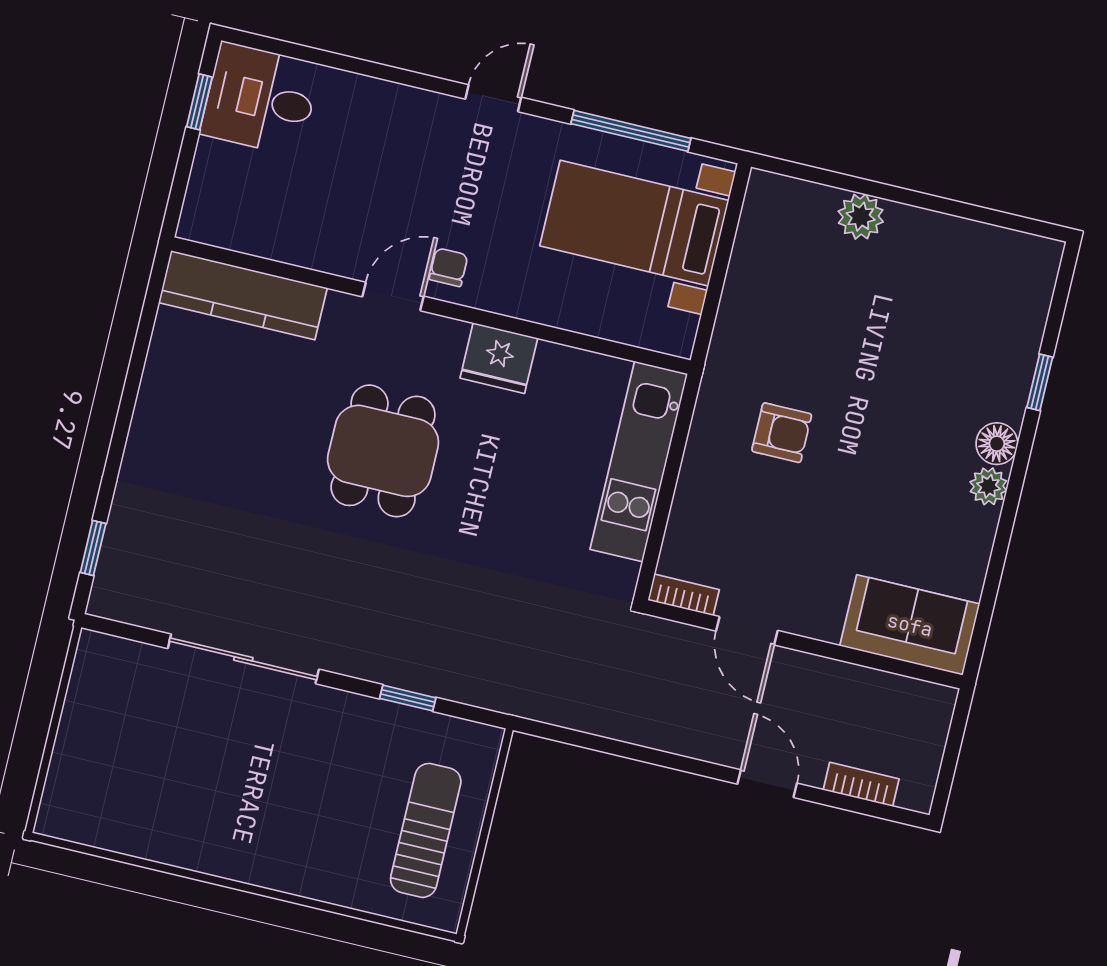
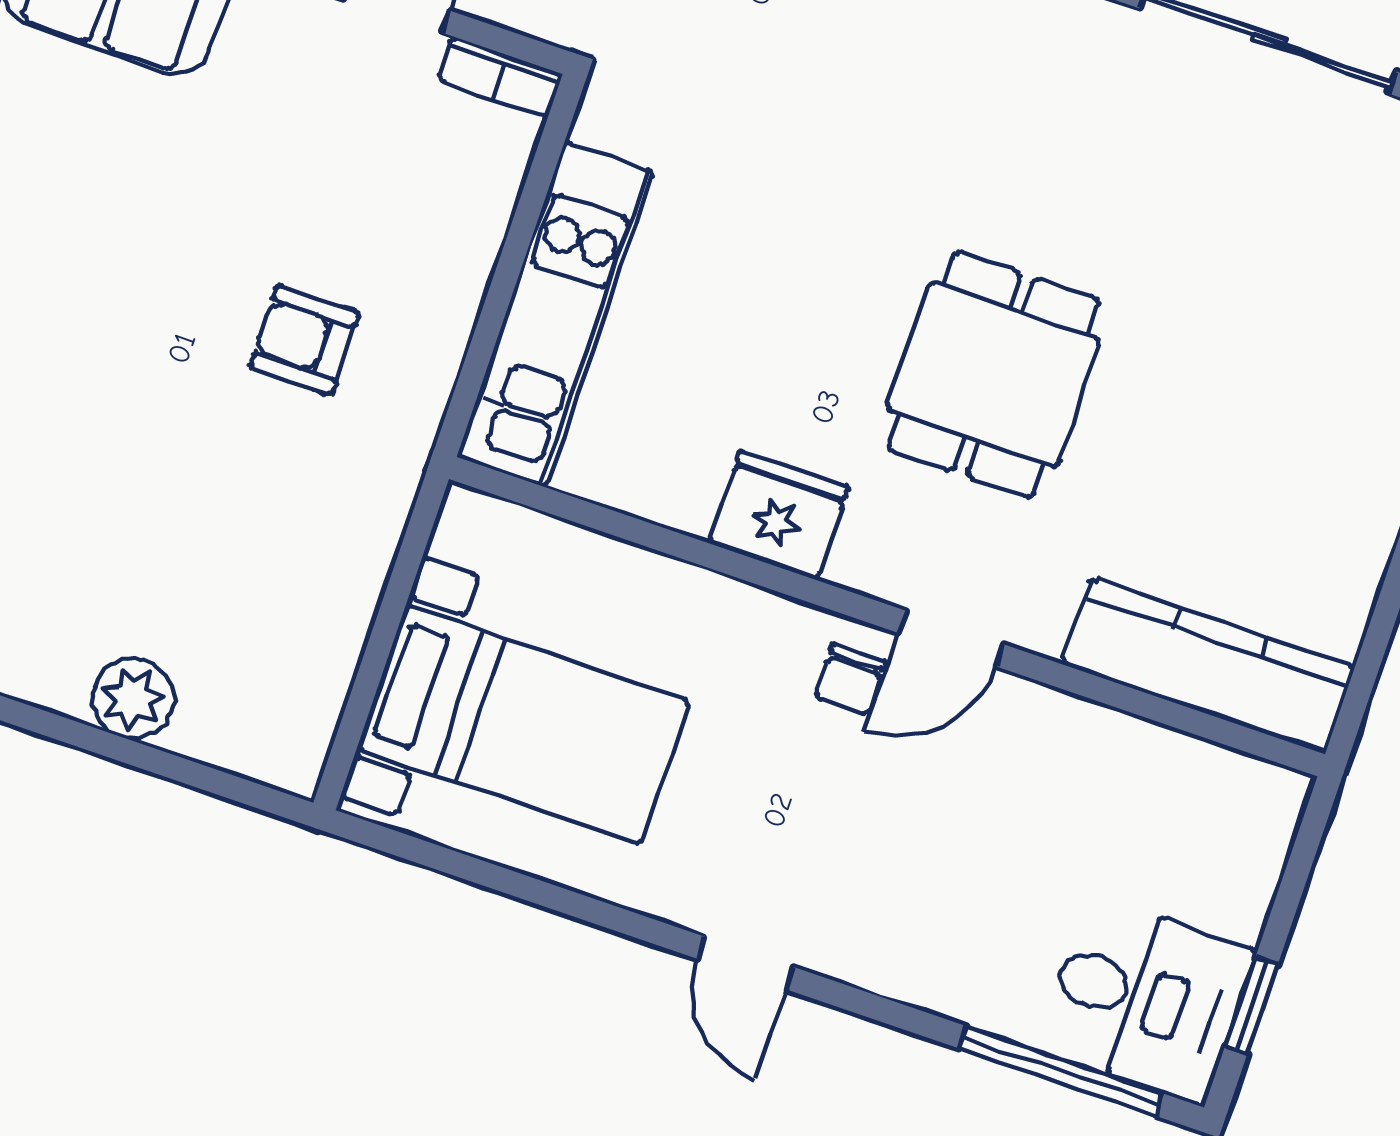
door: (493, 98) -> (745, 963), hinge flipped
window: (631, 131) -> (1061, 1071), moved

